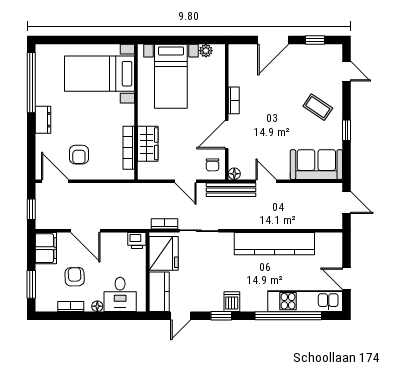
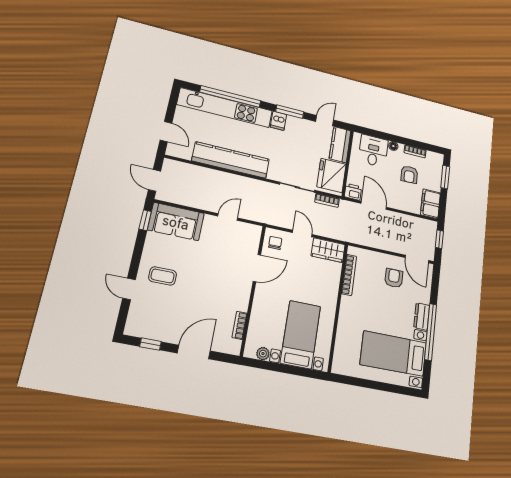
door: (346, 71) -> (129, 289), moved
bed with nightstands: (99, 74) -> (393, 353), moved, turned 180
window: (31, 83) -> (431, 332), moved
bookcase: (234, 100) -> (240, 325), moved
coffee table: (318, 107) -> (163, 276), turned -34
window: (346, 130) -> (145, 220), moved
wardrobe: (148, 144) -> (328, 250), moved, turned -90
floor lamp: (234, 174) -> (256, 230), removed
door: (266, 181) -> (228, 217), swing flipped
bench: (231, 190) -> (262, 217), removed
door: (85, 231) -> (374, 205), moved
door: (346, 279) -> (166, 132), moved
kitchen unit: (305, 301) -> (225, 108), width x1.36
window: (221, 316) -> (290, 112), width x1.50

